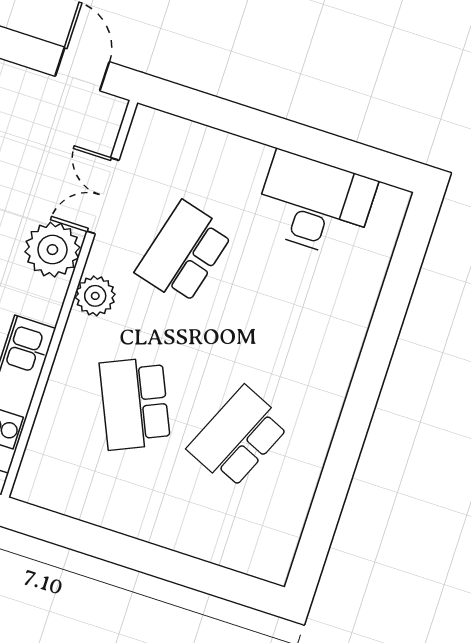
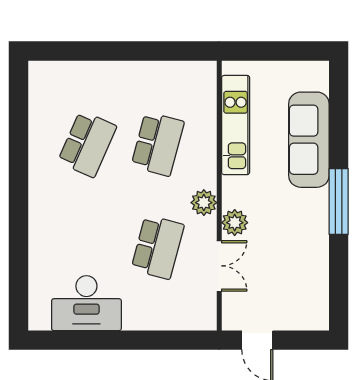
plant: (52, 250) -> (235, 223), width x0.73, depth x0.73
school desk: (135, 404) -> (158, 144), turned 39

